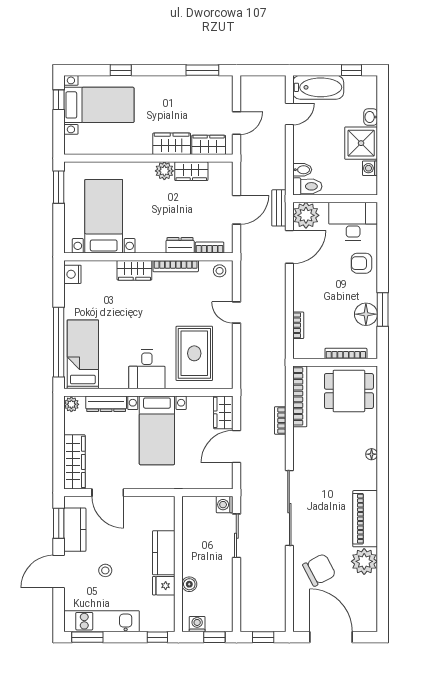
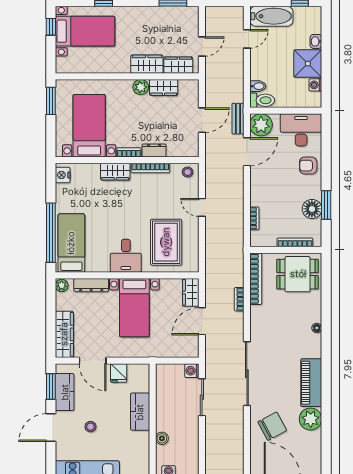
bookcase: (210, 248) -> (129, 152), moved
fridge: (164, 586) -> (119, 373), moved, turned -90

